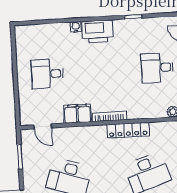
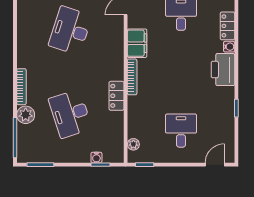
locker: (56, 30) -> (227, 26), added
locker: (128, 130) -> (116, 96), width x0.66

